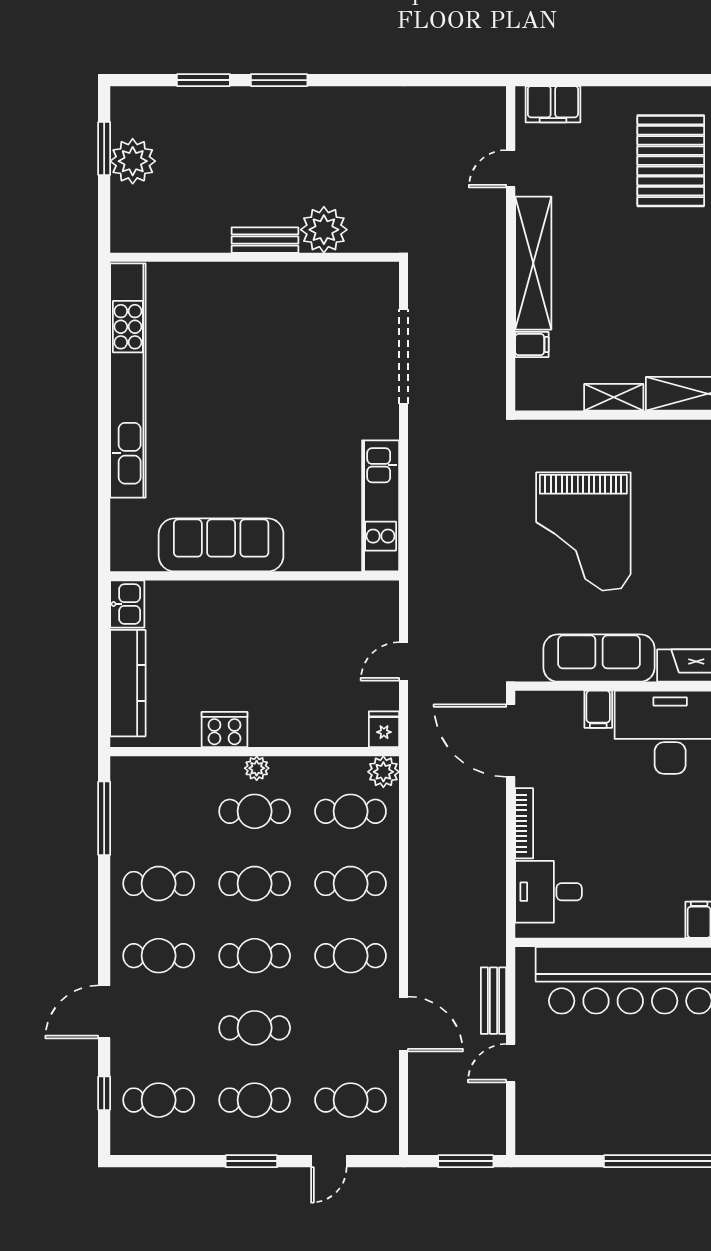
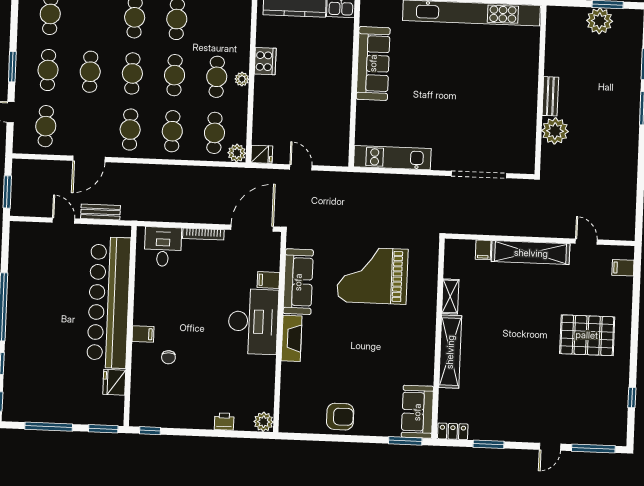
filing cabinet: (553, 104) -> (623, 268), width x0.50

